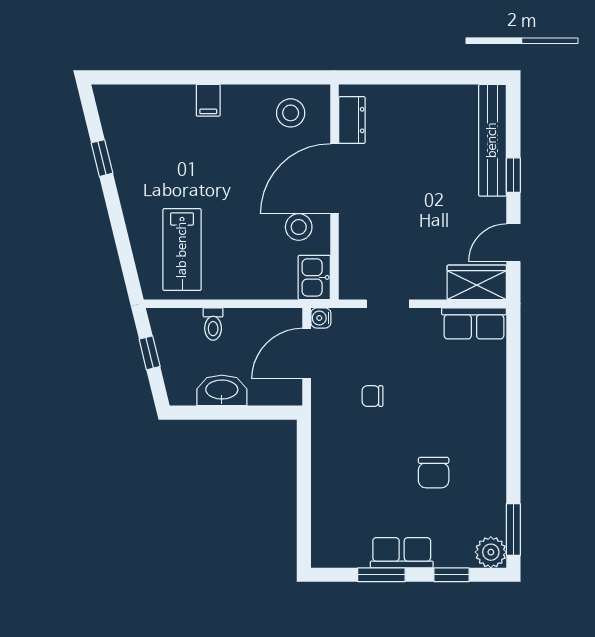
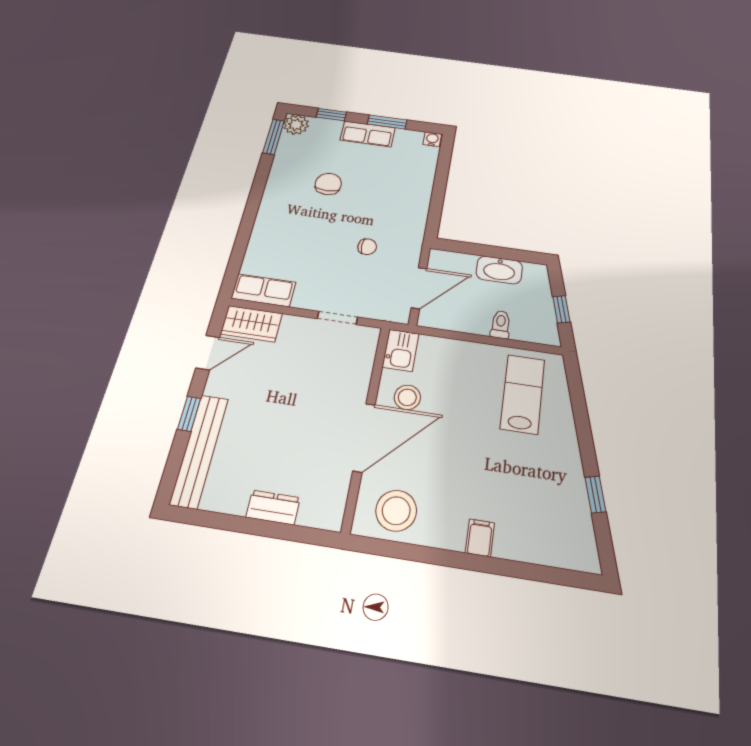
stool: (291, 113) -> (396, 511), width x1.38, depth x1.38
dresser: (352, 120) -> (273, 507), moved, turned 90
water cooler: (321, 318) -> (432, 139), moved, turned -90

